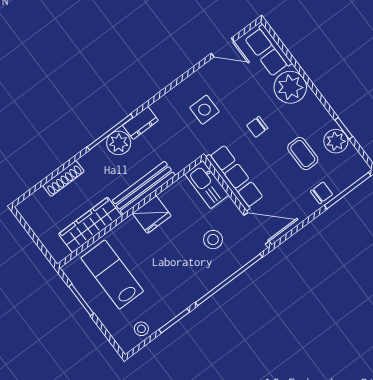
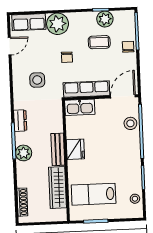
plant: (119, 143) -> (24, 153), moved
shoe rack: (63, 179) -> (22, 202), moved
bench: (144, 188) -> (58, 149), width x0.73
stool: (213, 240) -> (130, 123), moved

